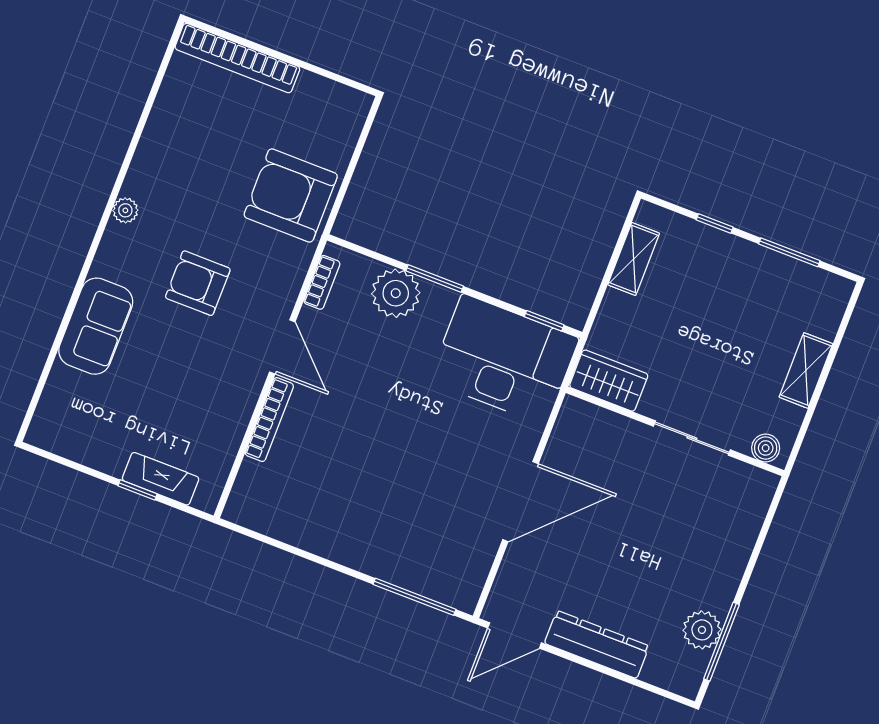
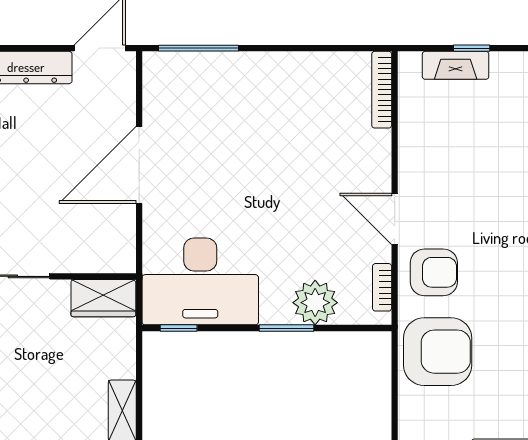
armchair: (198, 283) -> (434, 272), moved
bookcase: (269, 420) -> (382, 90), moved

